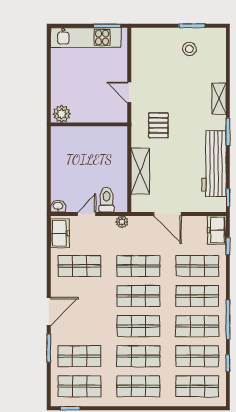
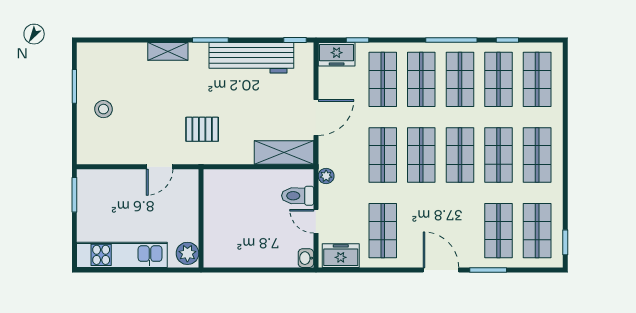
kitchen unit: (86, 38) -> (122, 255), moved, turned -90
stool: (189, 49) -> (104, 109), moved
shelving: (140, 171) -> (284, 153), moved

